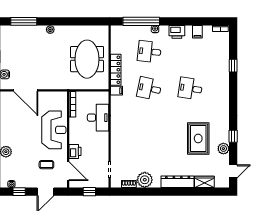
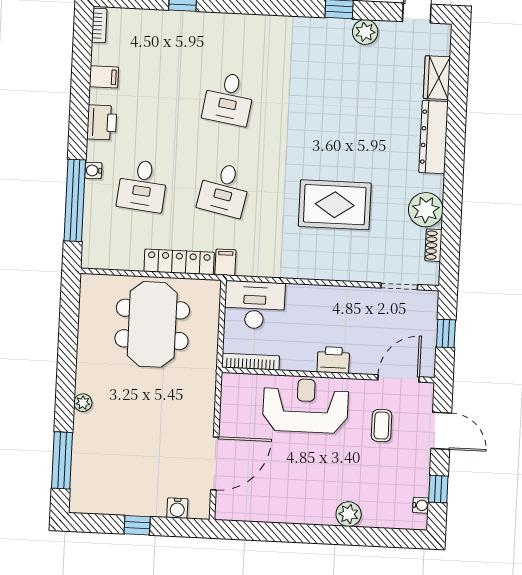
meeting table: (87, 59) -> (152, 324), turned 90
desk: (98, 118) -> (255, 305), moved
rug: (198, 138) -> (335, 205), moved
printer: (75, 151) -> (333, 360), moved

